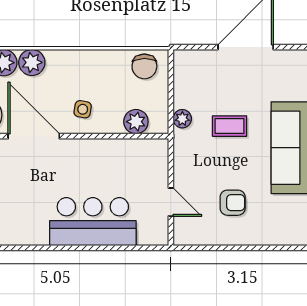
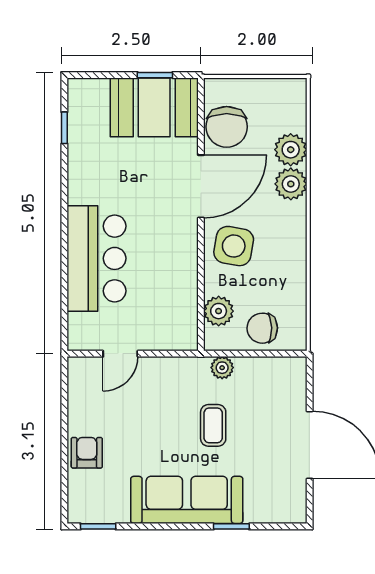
chair: (144, 66) -> (262, 328), moved
side table: (83, 109) -> (234, 246), width x1.87, depth x1.87
armchair: (233, 203) -> (87, 453), moved, turned 180

